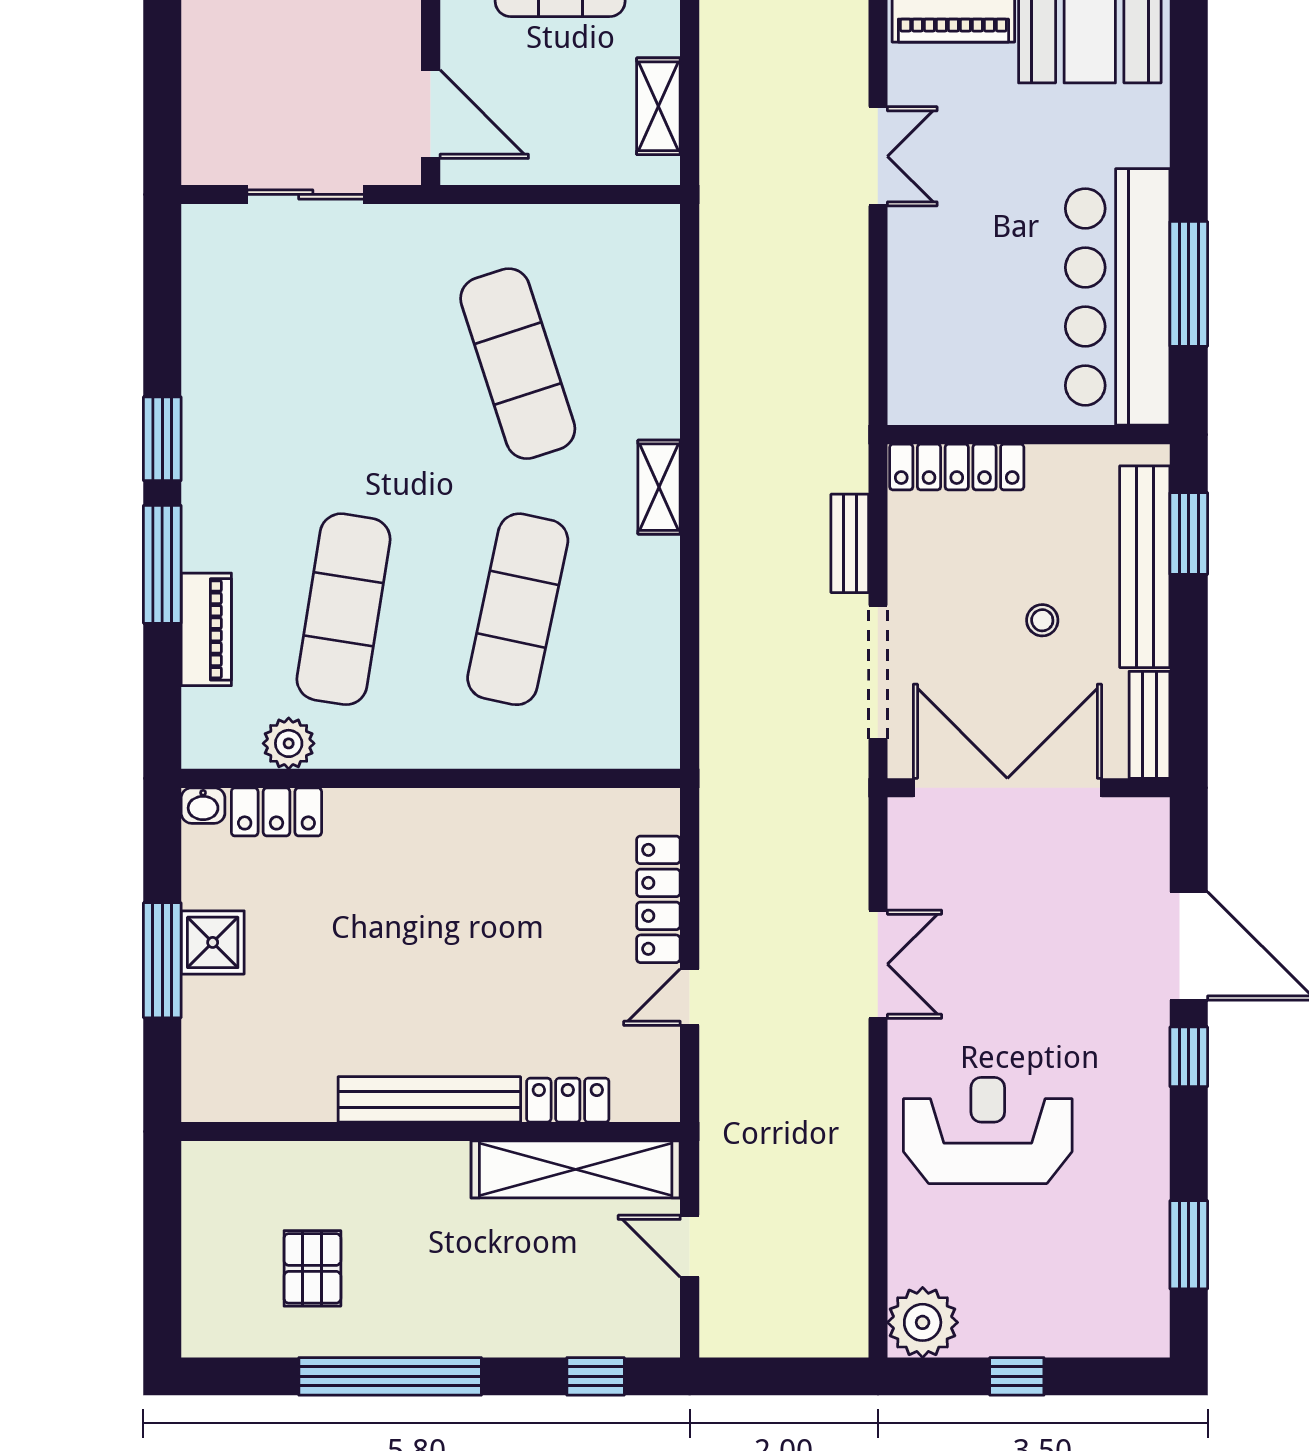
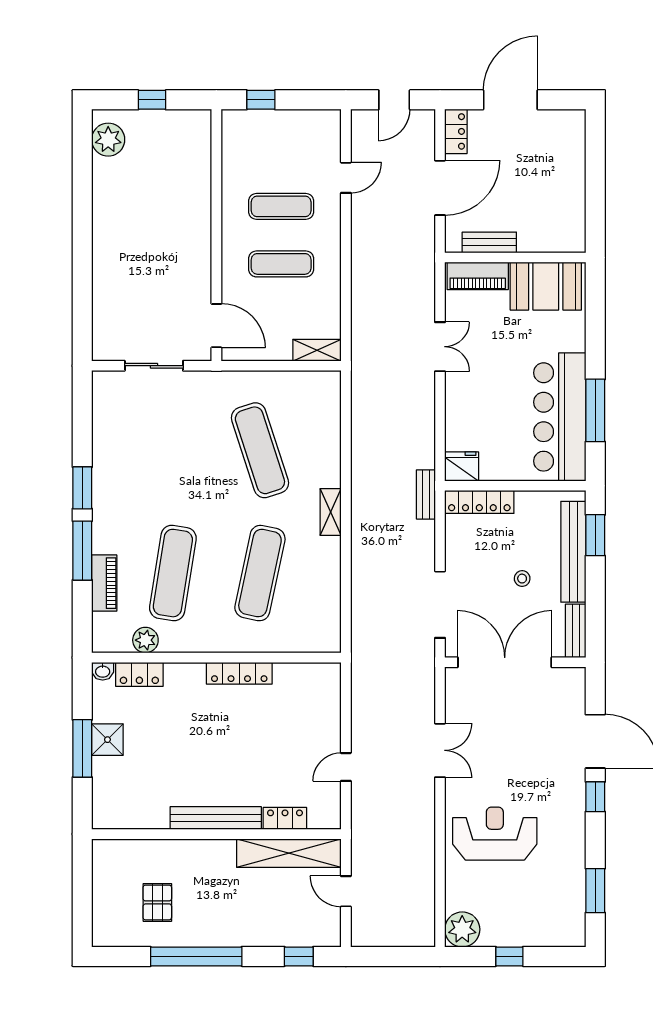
shelving: (658, 106) -> (317, 350), moved, turned 90
fridge: (921, 396) -> (462, 466), added
bench: (850, 543) -> (426, 494), moved
locker: (658, 899) -> (239, 673), moved, turned -90

